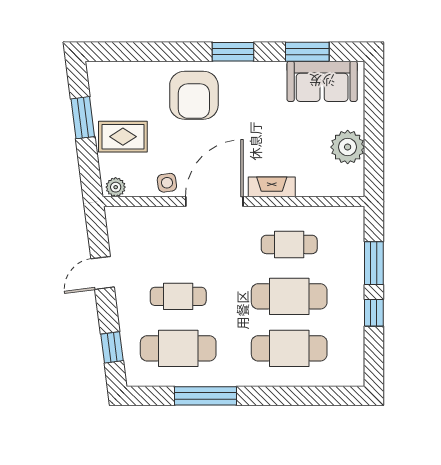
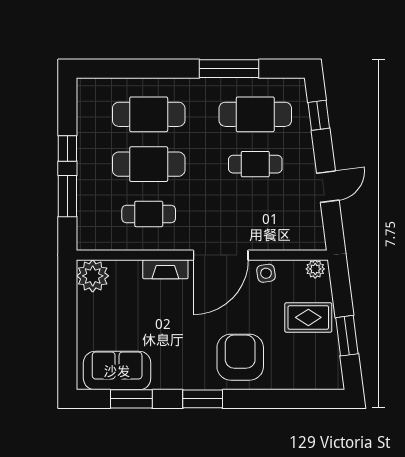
plant: (348, 147) -> (93, 276), moved

